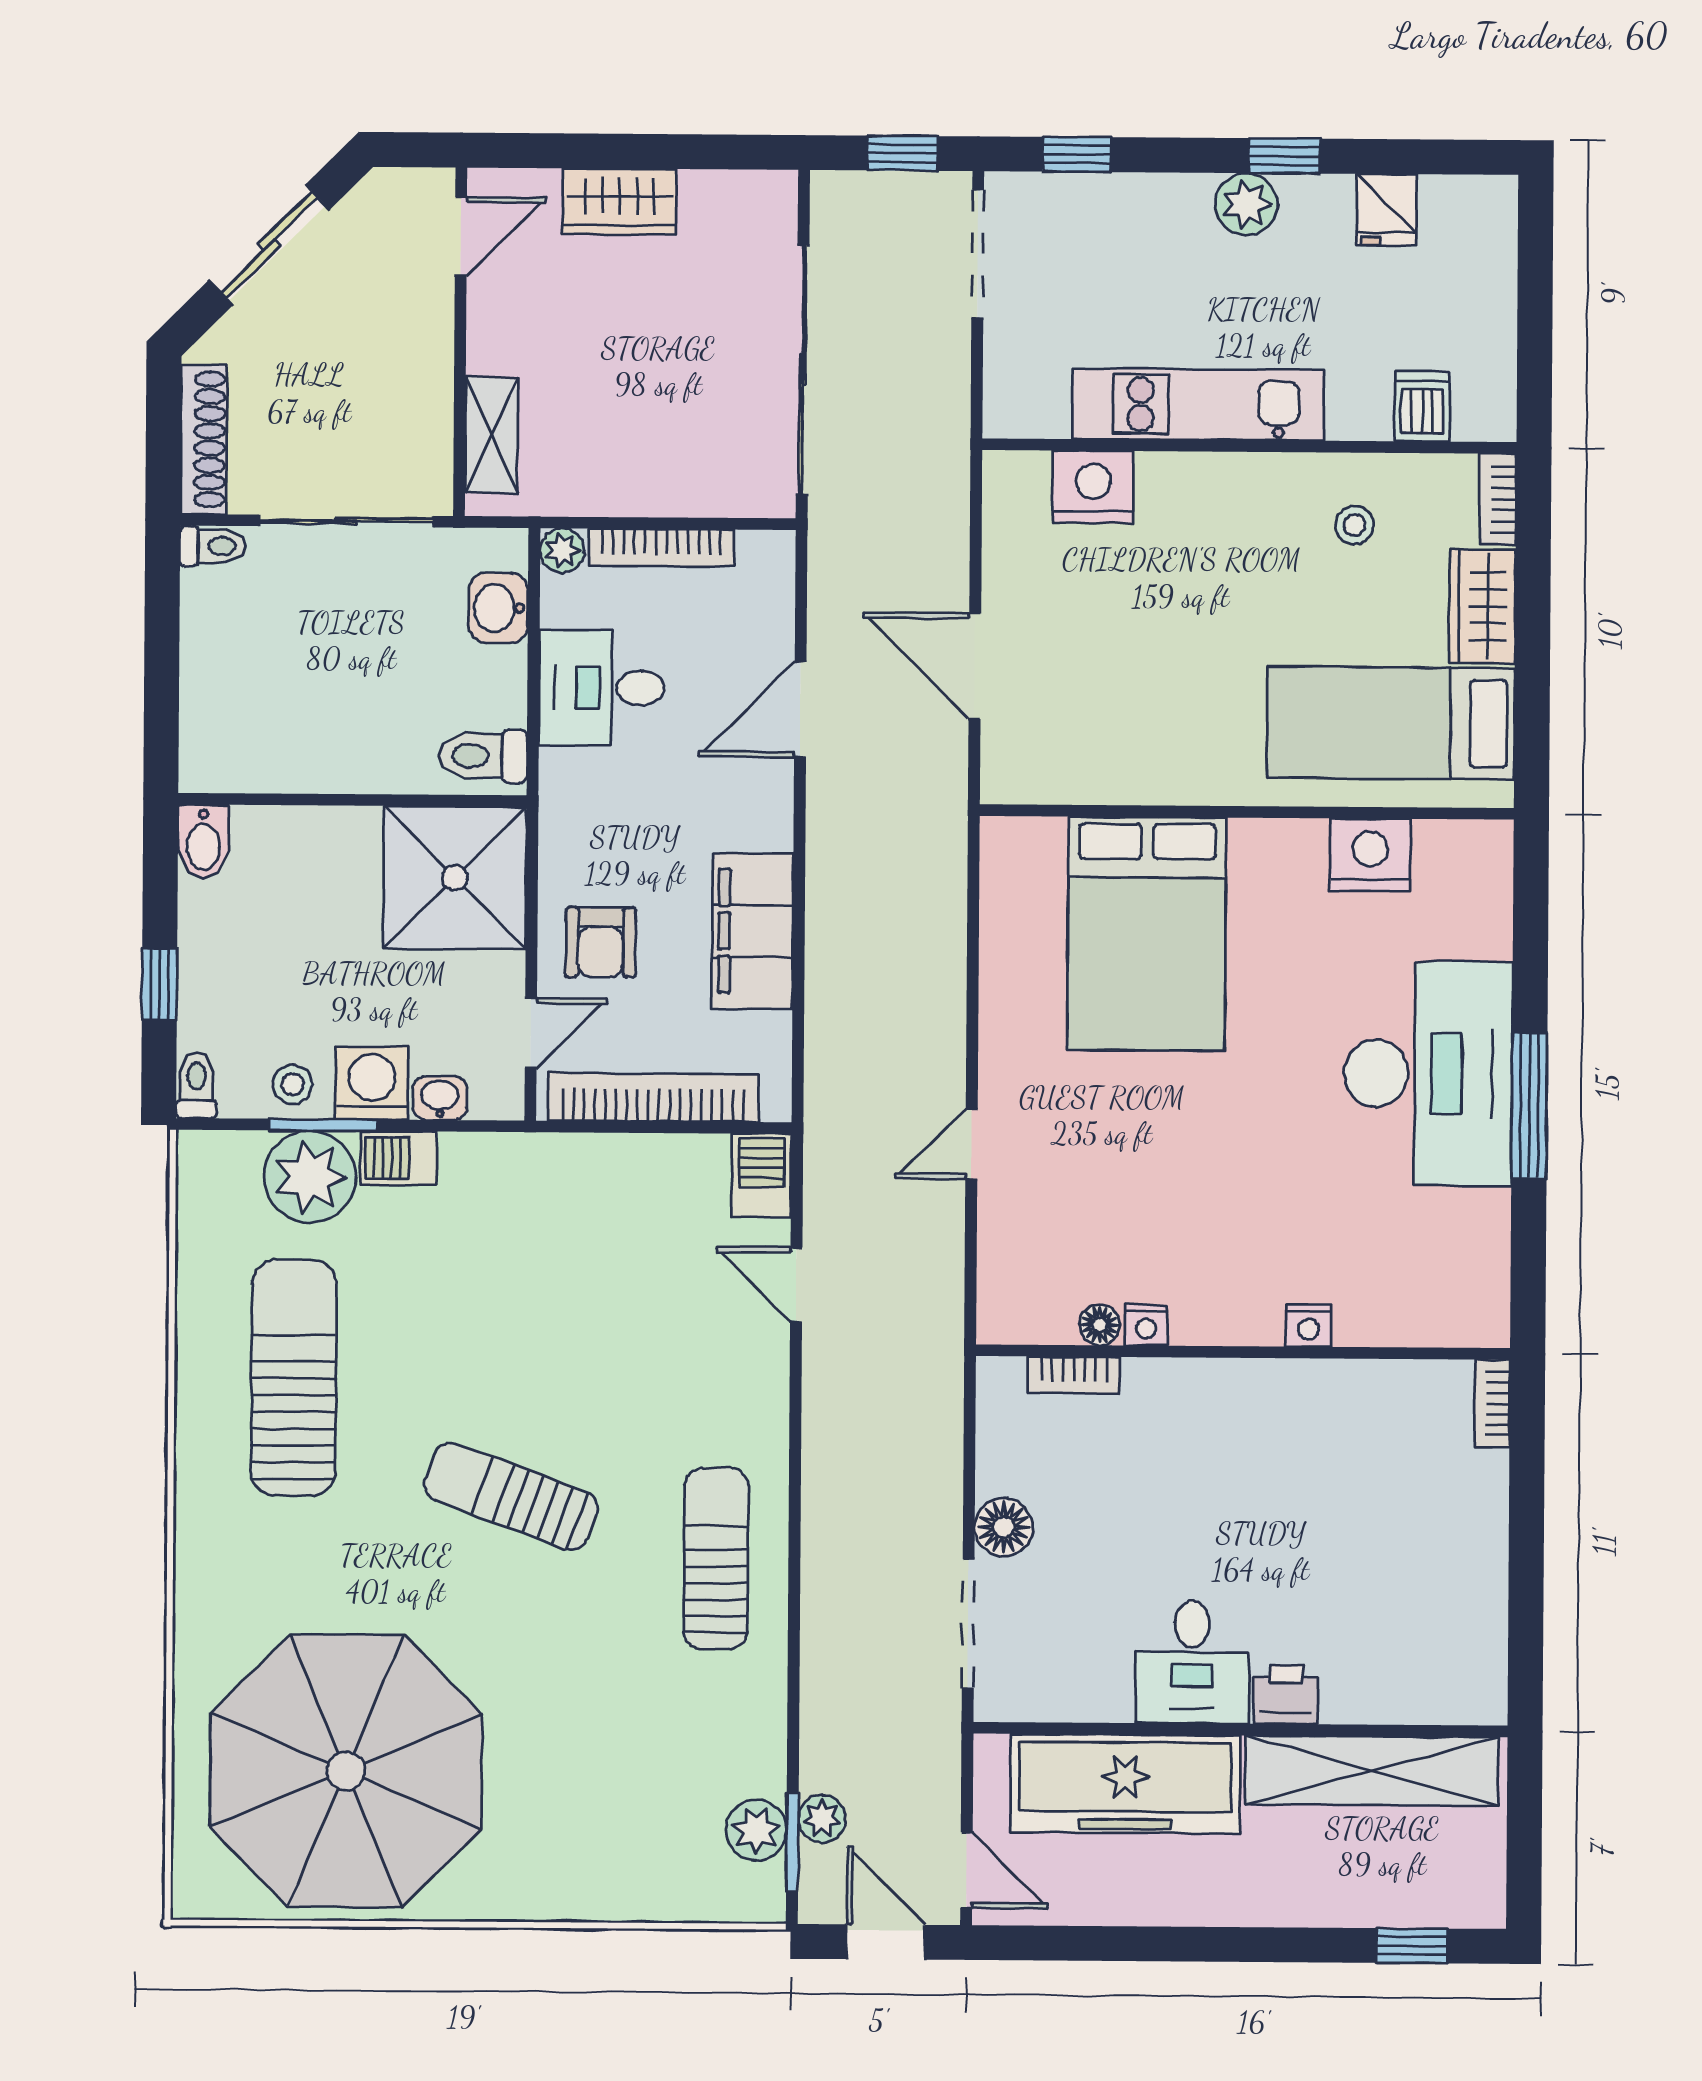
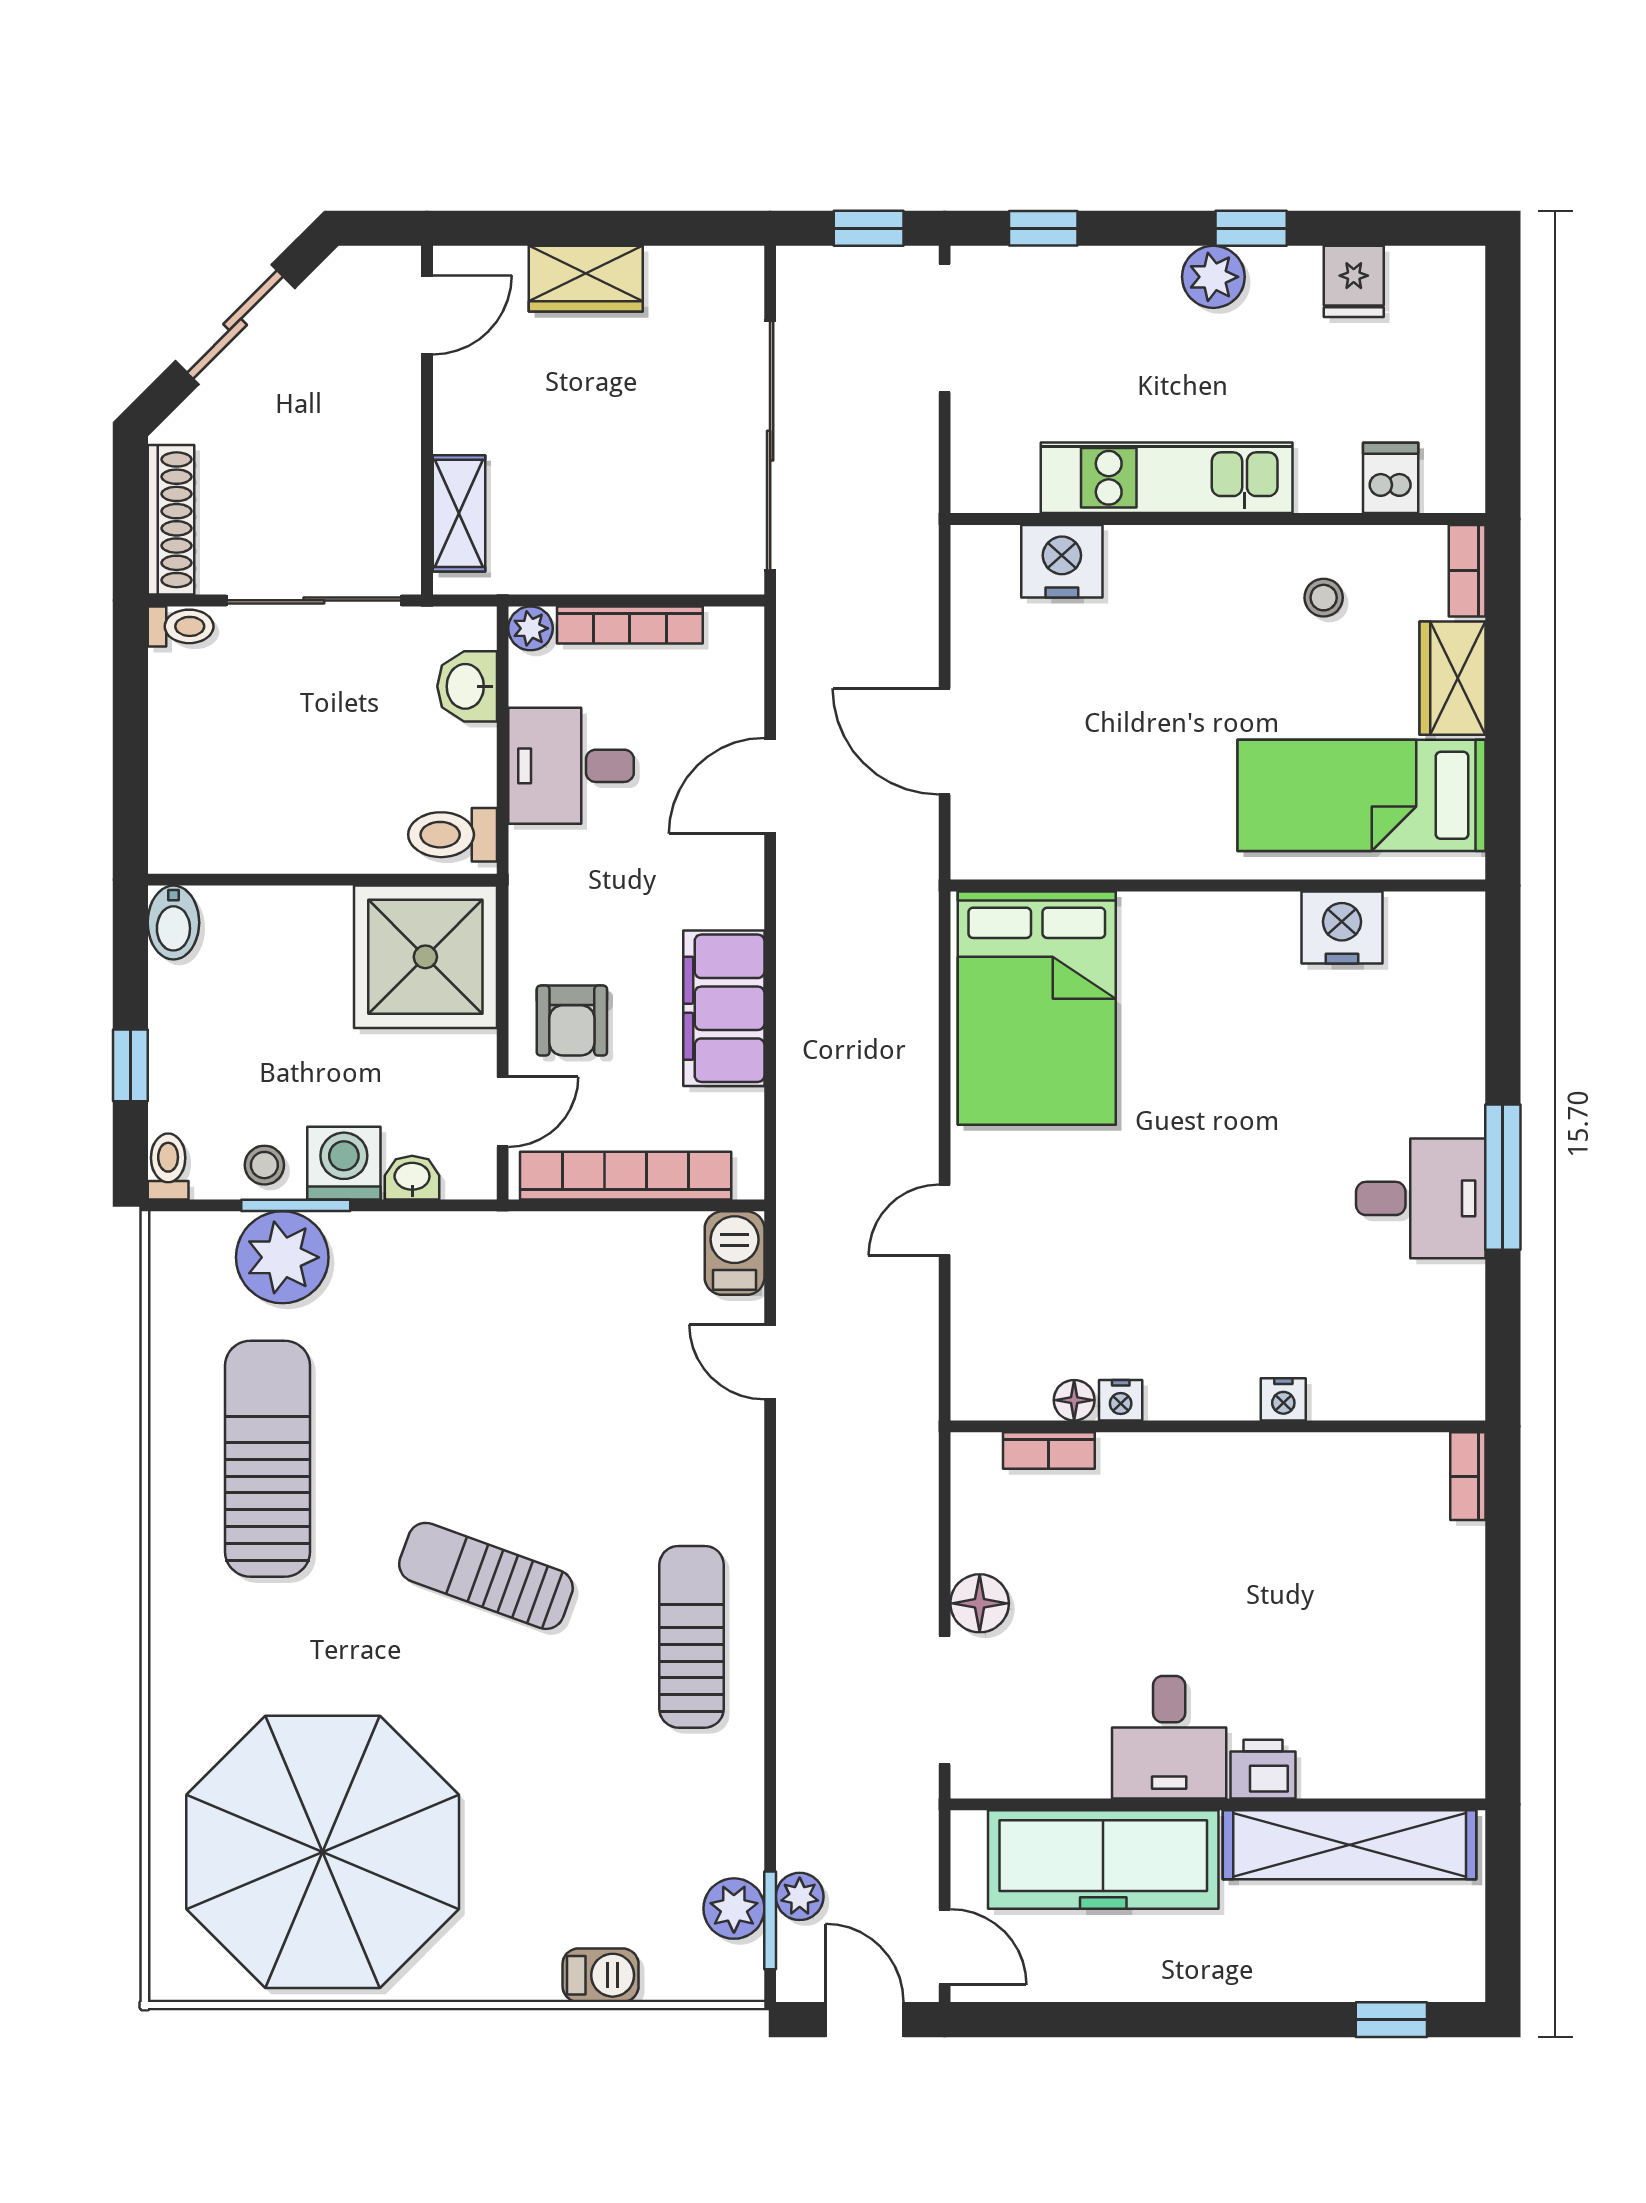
bed: (1147, 934) -> (1037, 1008), moved
desk: (1428, 1073) -> (1421, 1198), width x0.53, depth x0.77
barbecue: (399, 1158) -> (601, 1975), moved, turned 180

